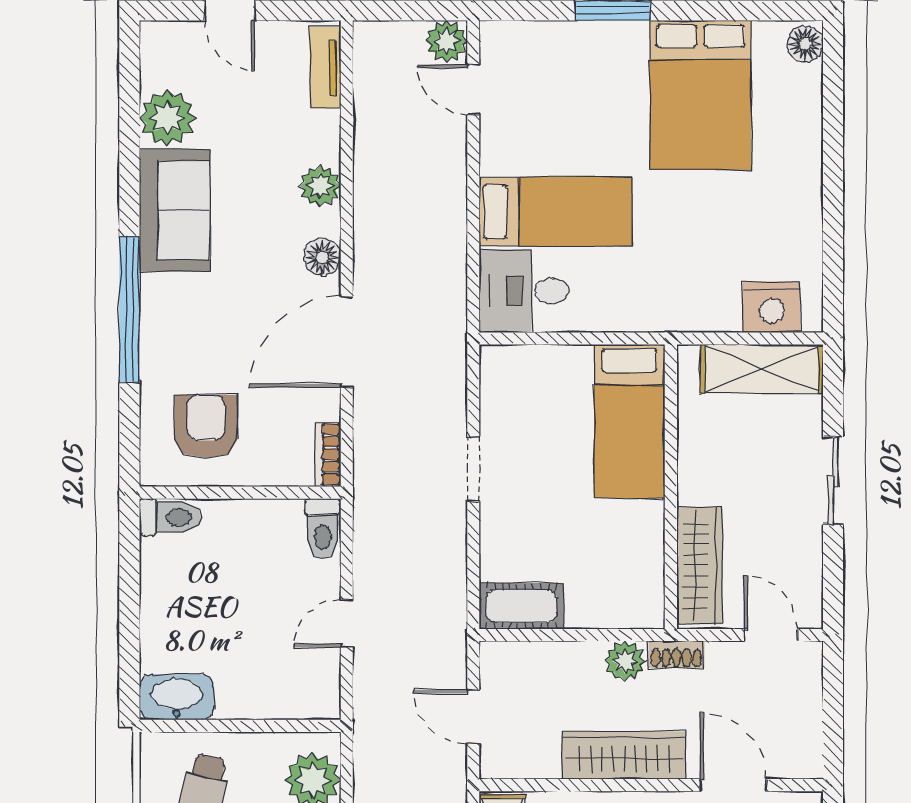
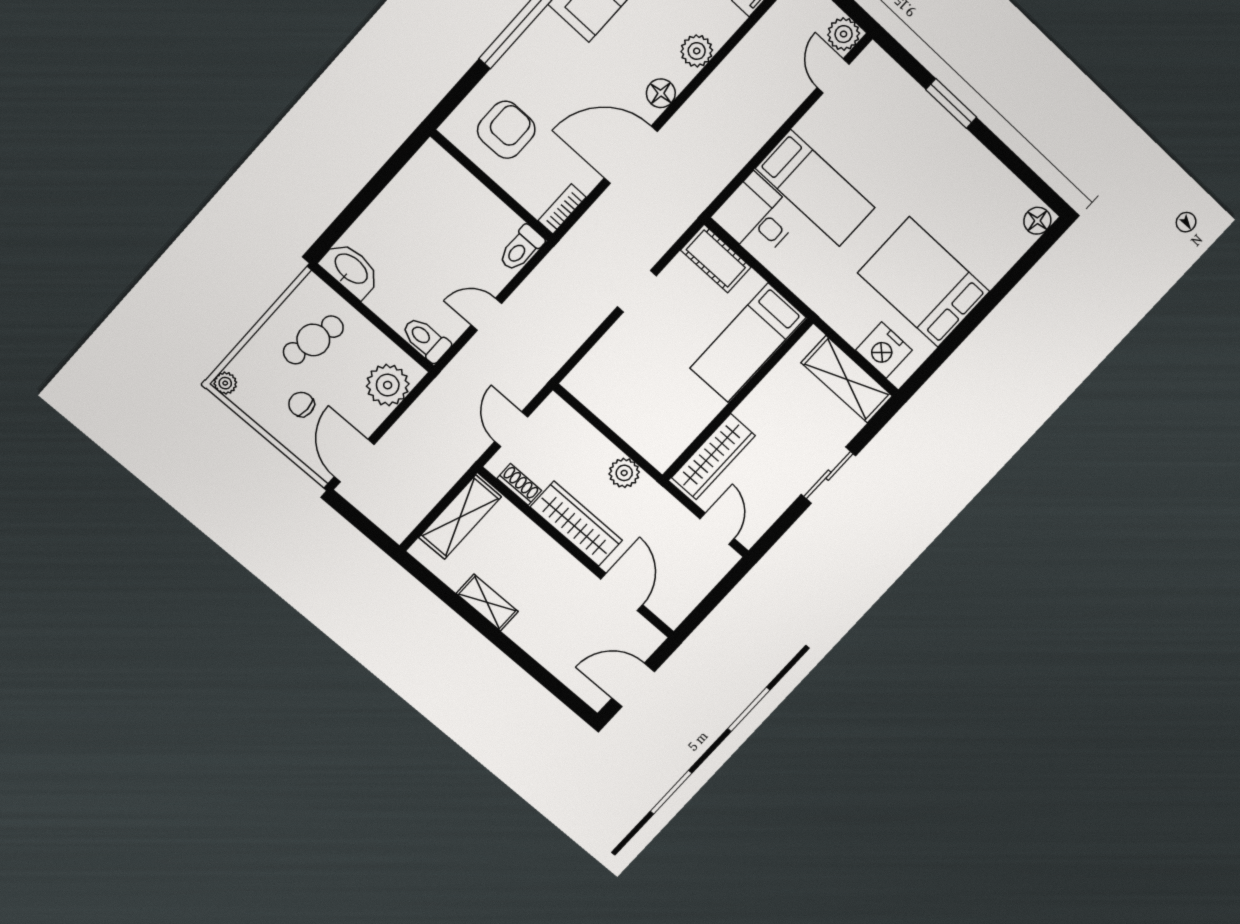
bed: (700, 95) -> (924, 282), moved, turned 90
toilet: (170, 517) -> (426, 339), moved, turned 180
cot: (521, 606) -> (716, 259), moved
shoe rack: (677, 654) -> (519, 484), moved, turned 180

